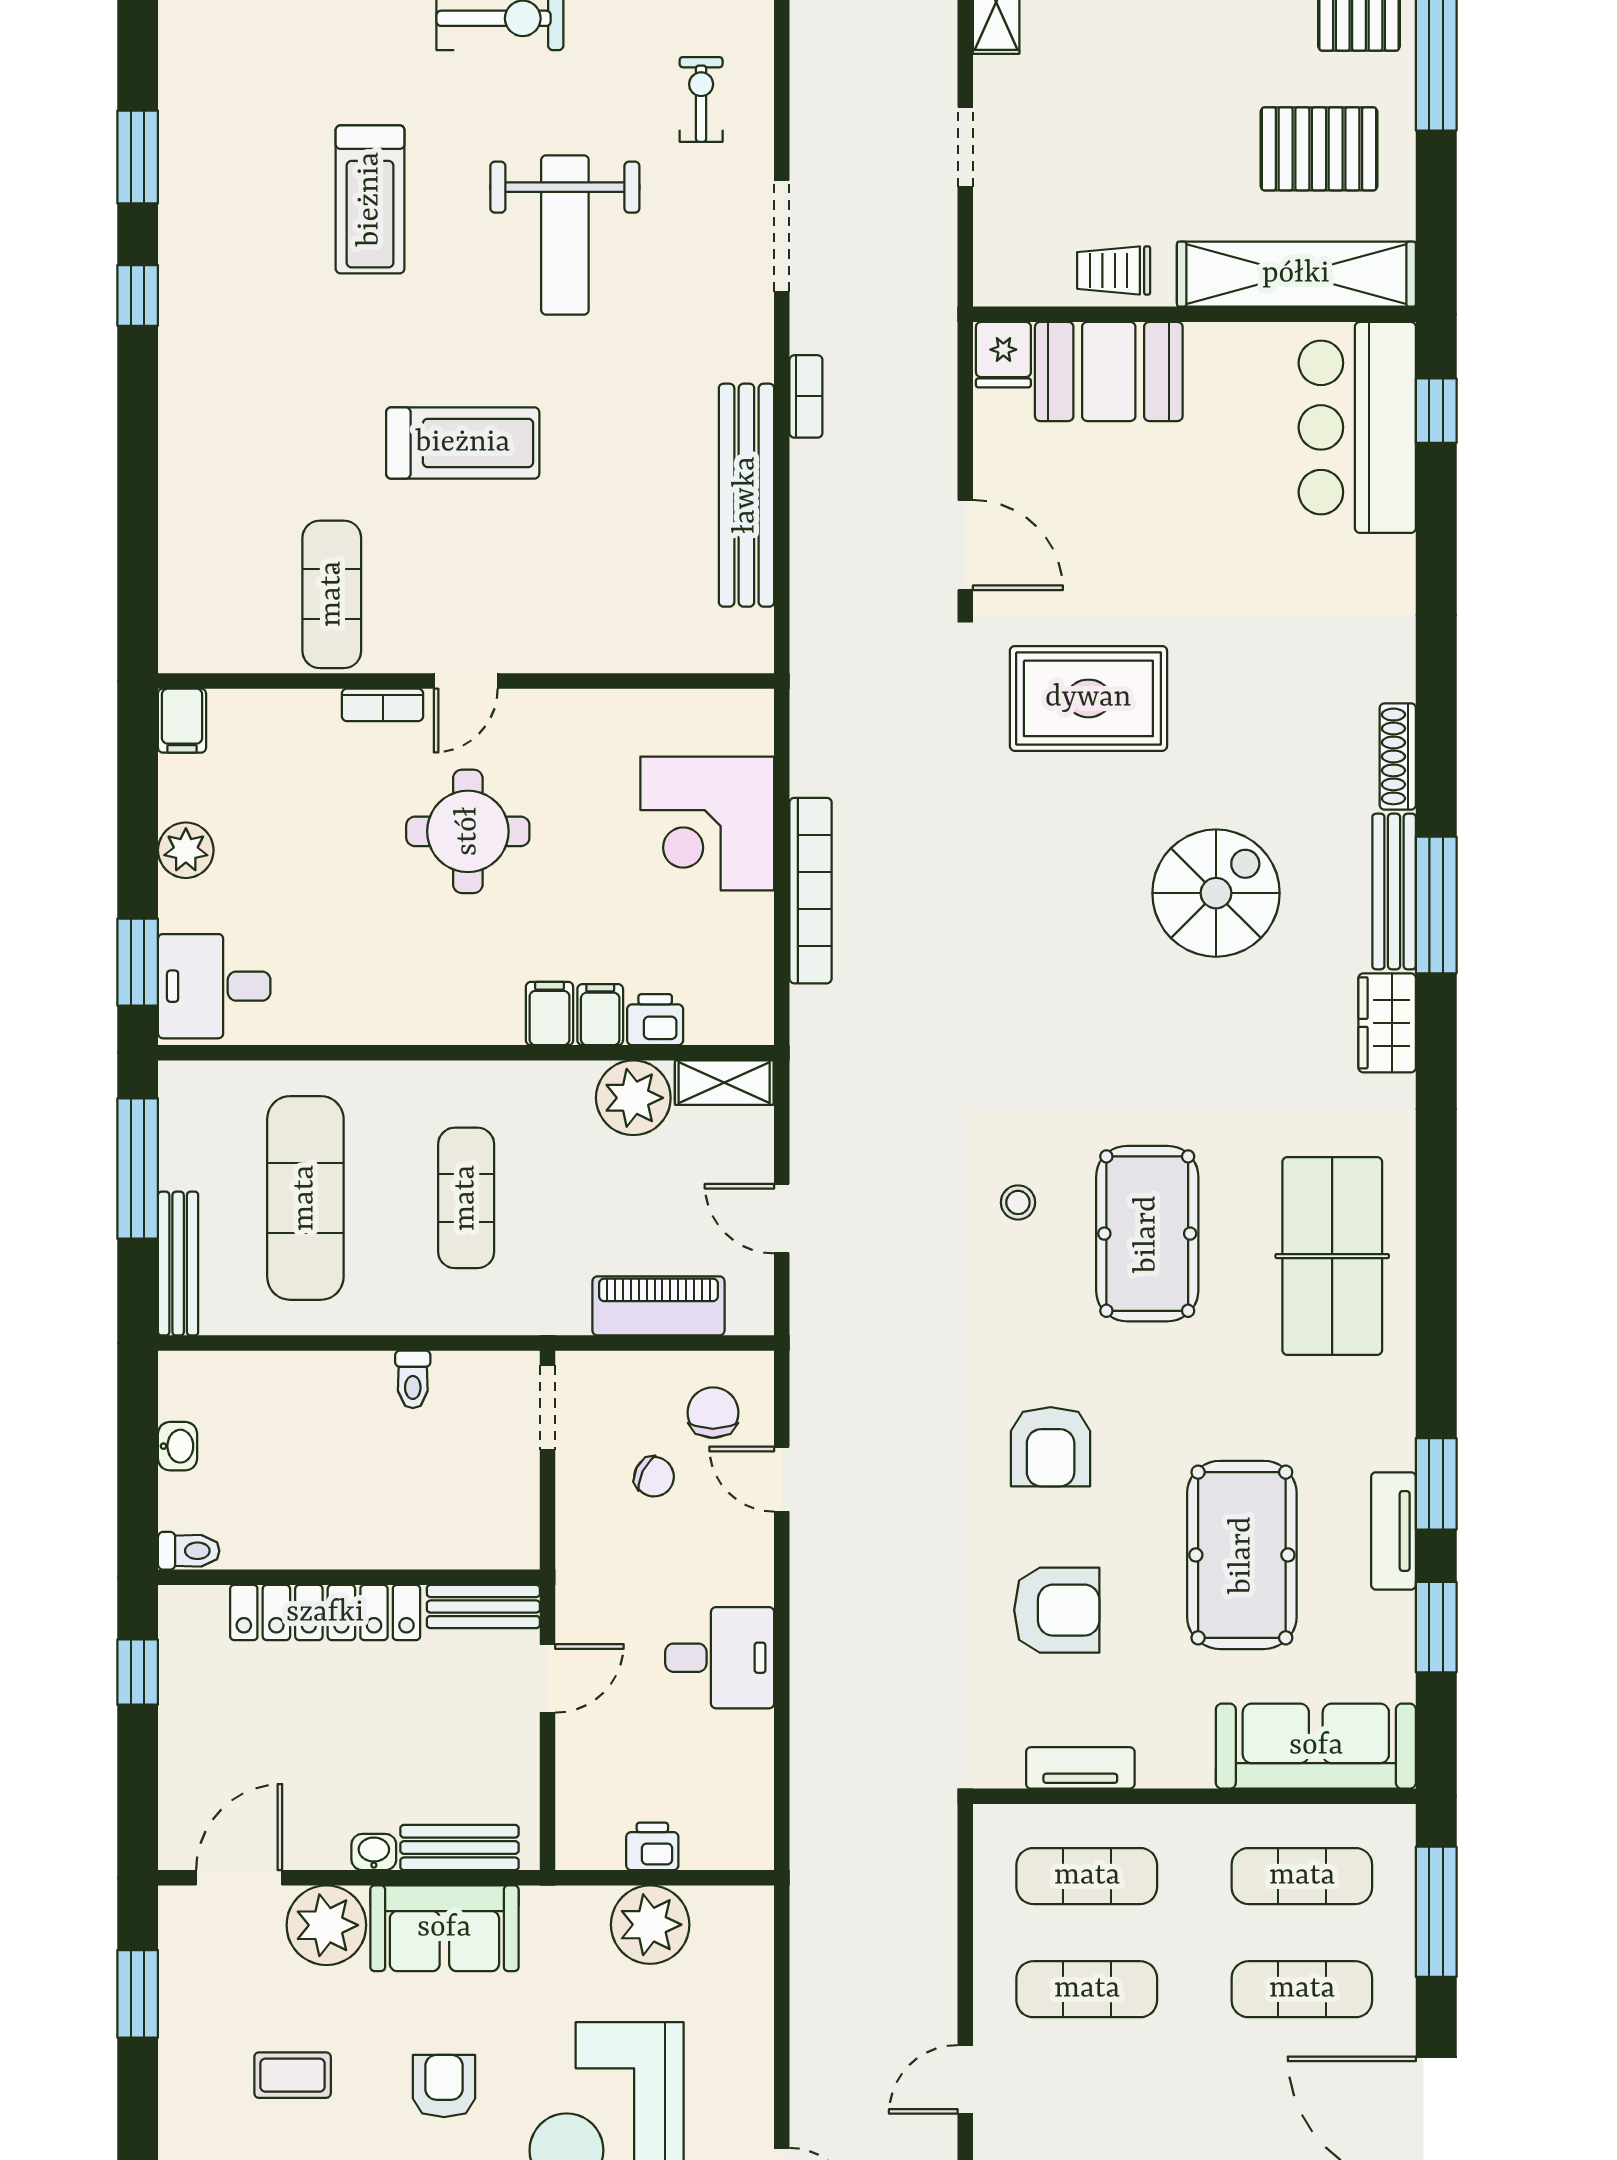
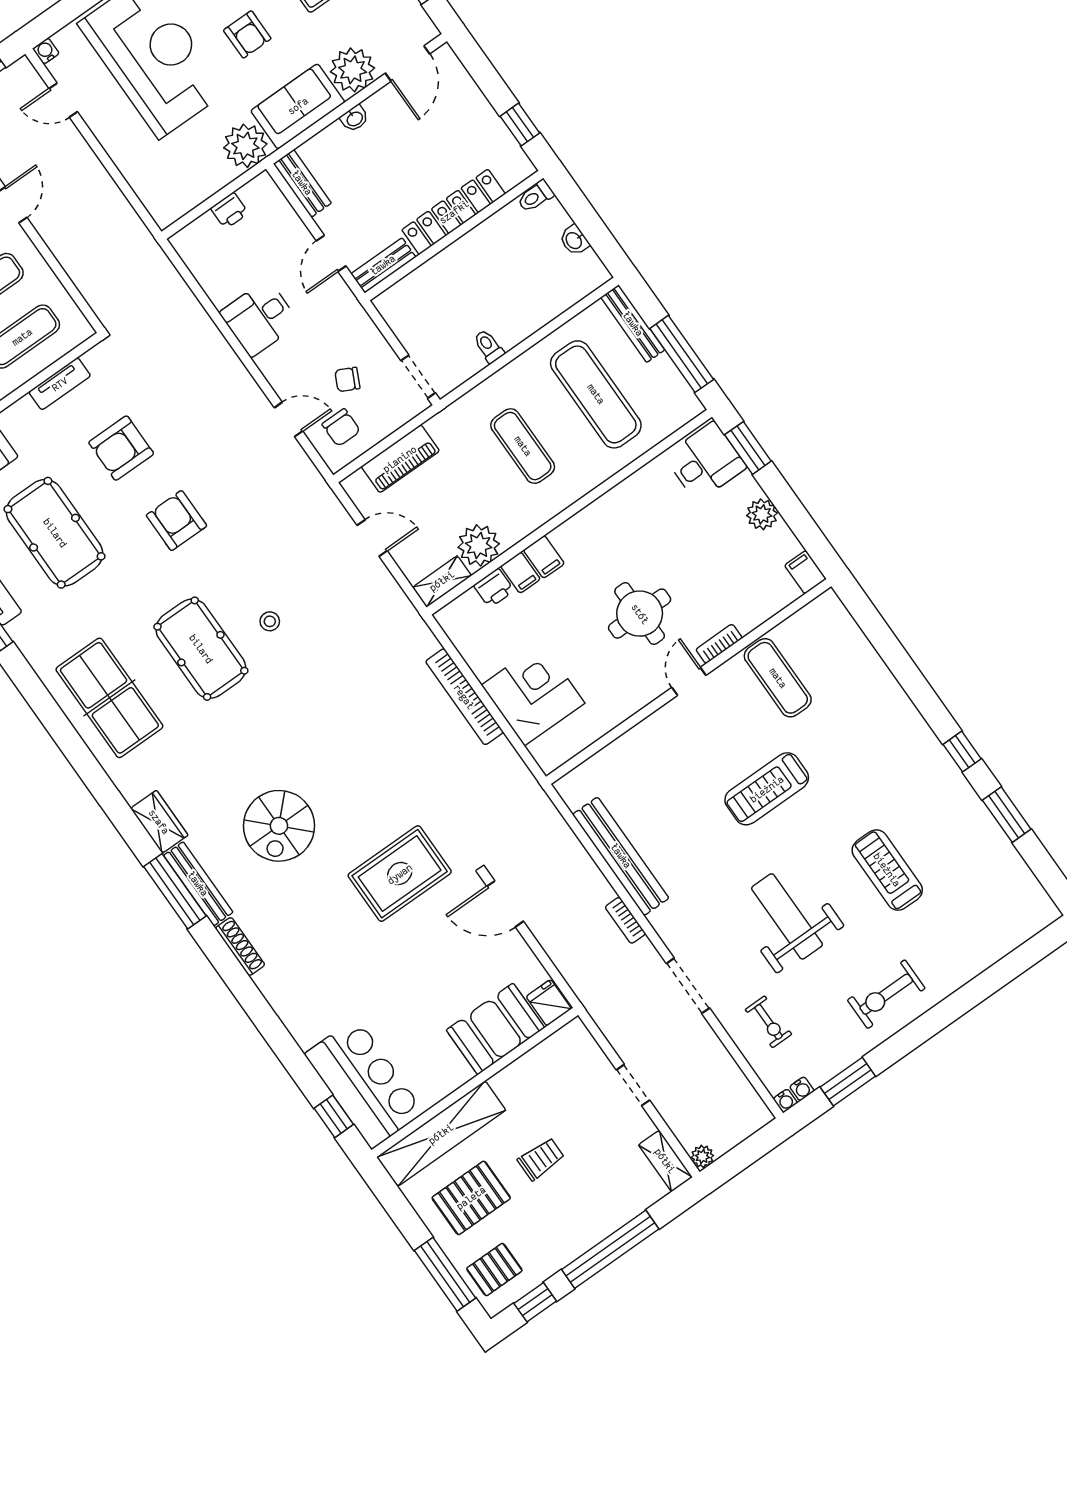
trolley: (1114, 270) -> (541, 1159), moved
bench: (460, 1848) -> (302, 183), moved, turned 90
plant: (650, 1925) -> (245, 146), moved

